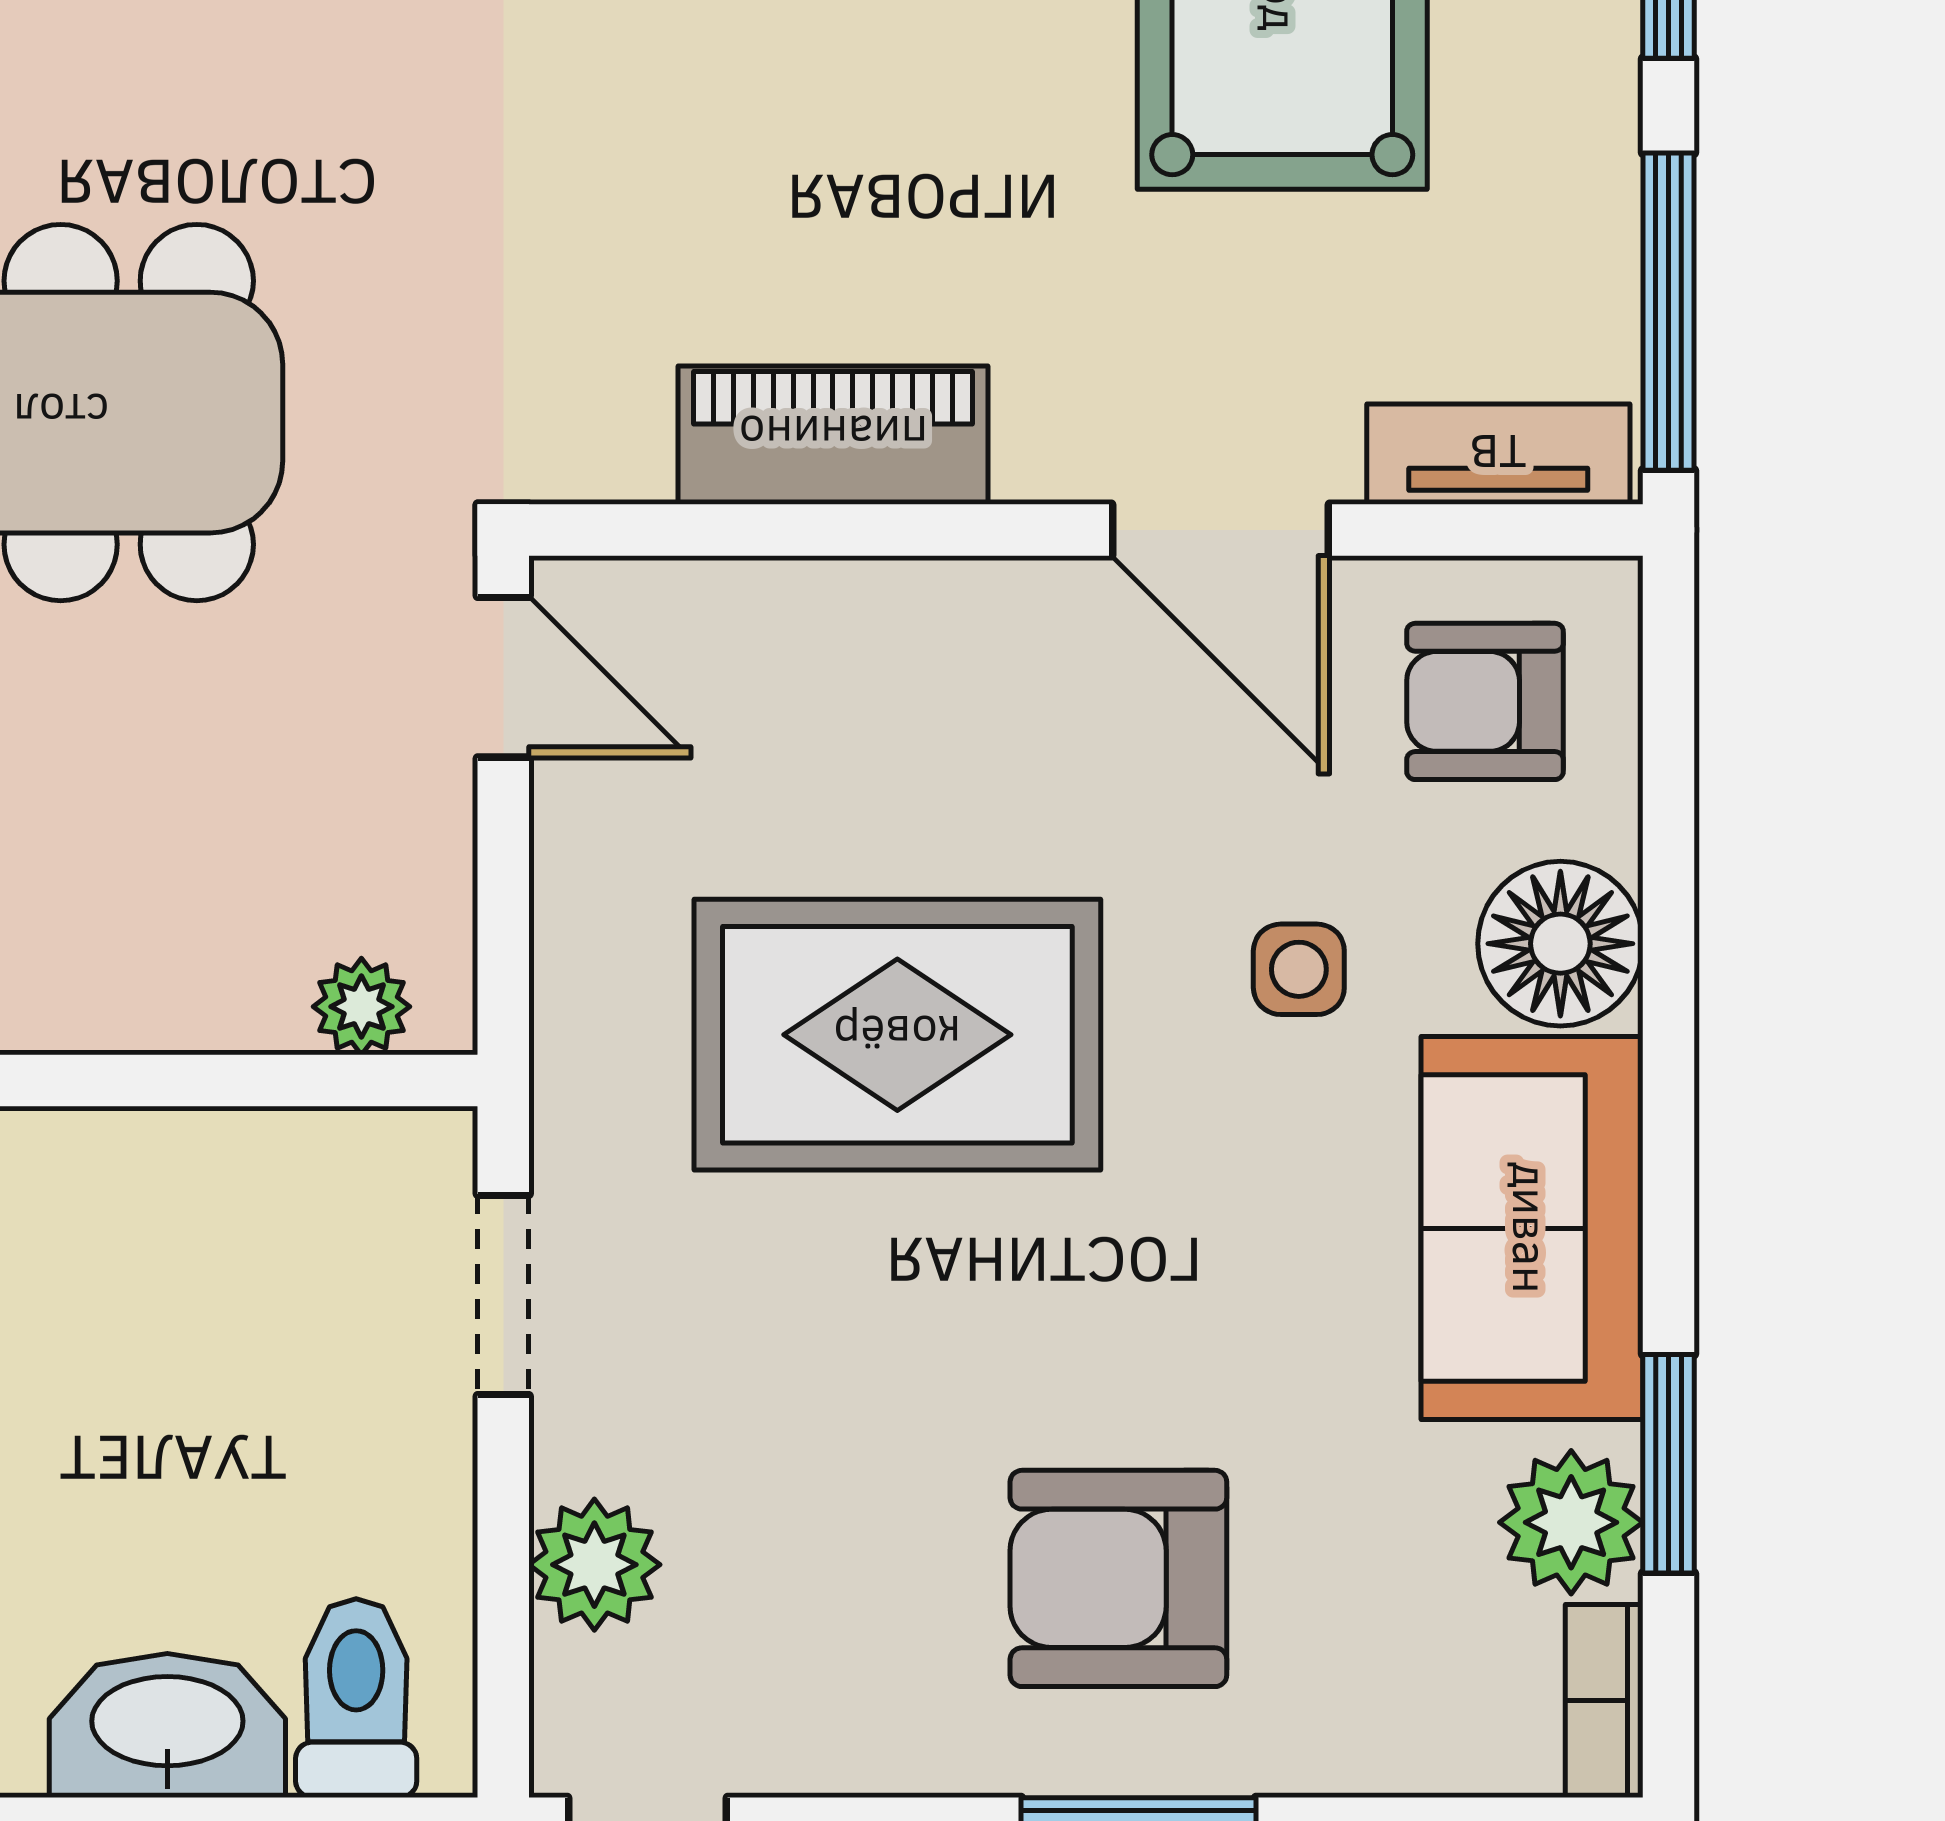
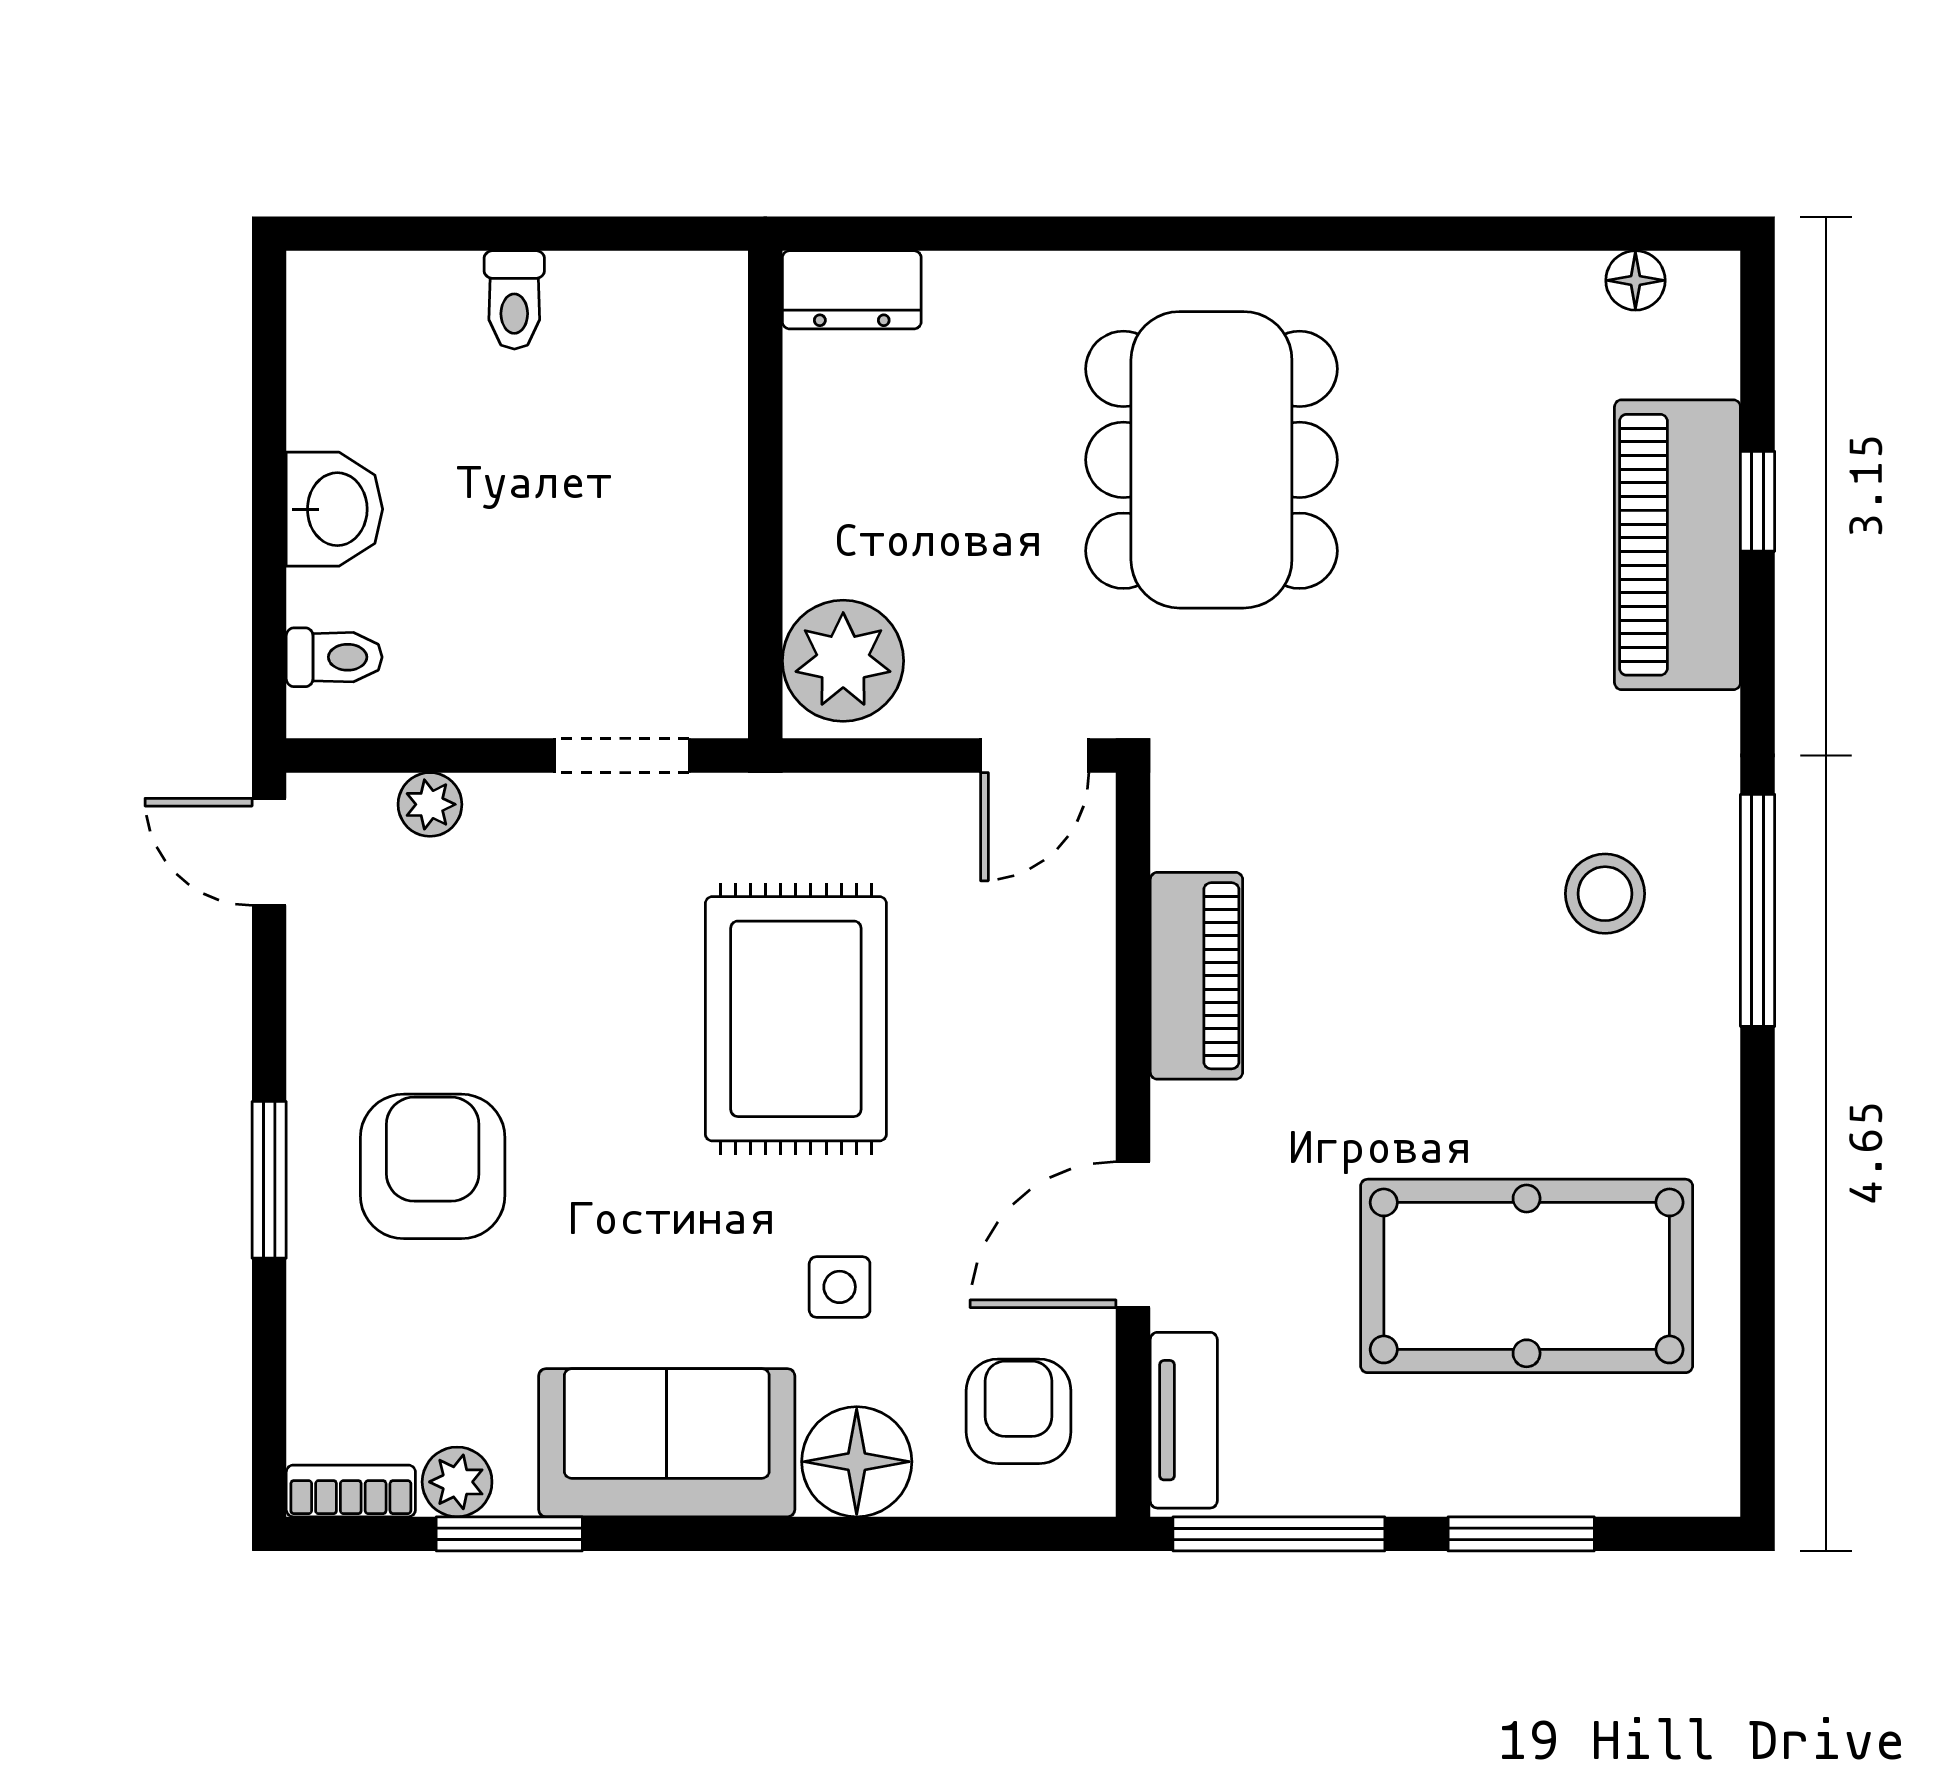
plant: (361, 1007) -> (843, 661), width x1.88, depth x1.88
plant: (1571, 1522) -> (457, 1482), width x0.73, depth x0.73
plant: (594, 1565) -> (430, 804), width x0.73, depth x0.73
toilet: (356, 1698) -> (334, 657), width x0.73, depth x0.72
washbasin: (167, 1725) -> (334, 509), width x0.72

